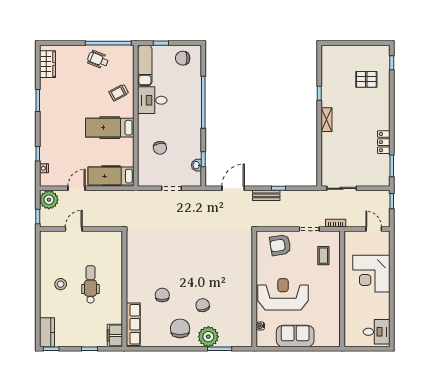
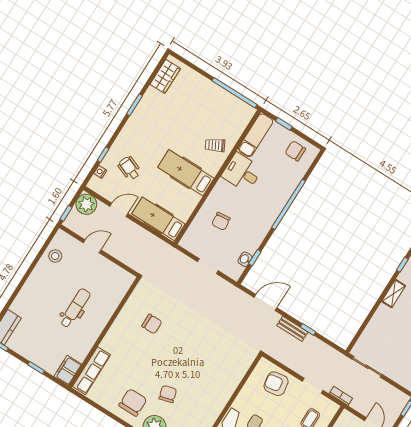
wheelchair: (98, 60) -> (129, 168), moved
stool: (61, 284) -> (55, 256), moved
chair: (162, 295) -> (152, 324), moved, turned 90

